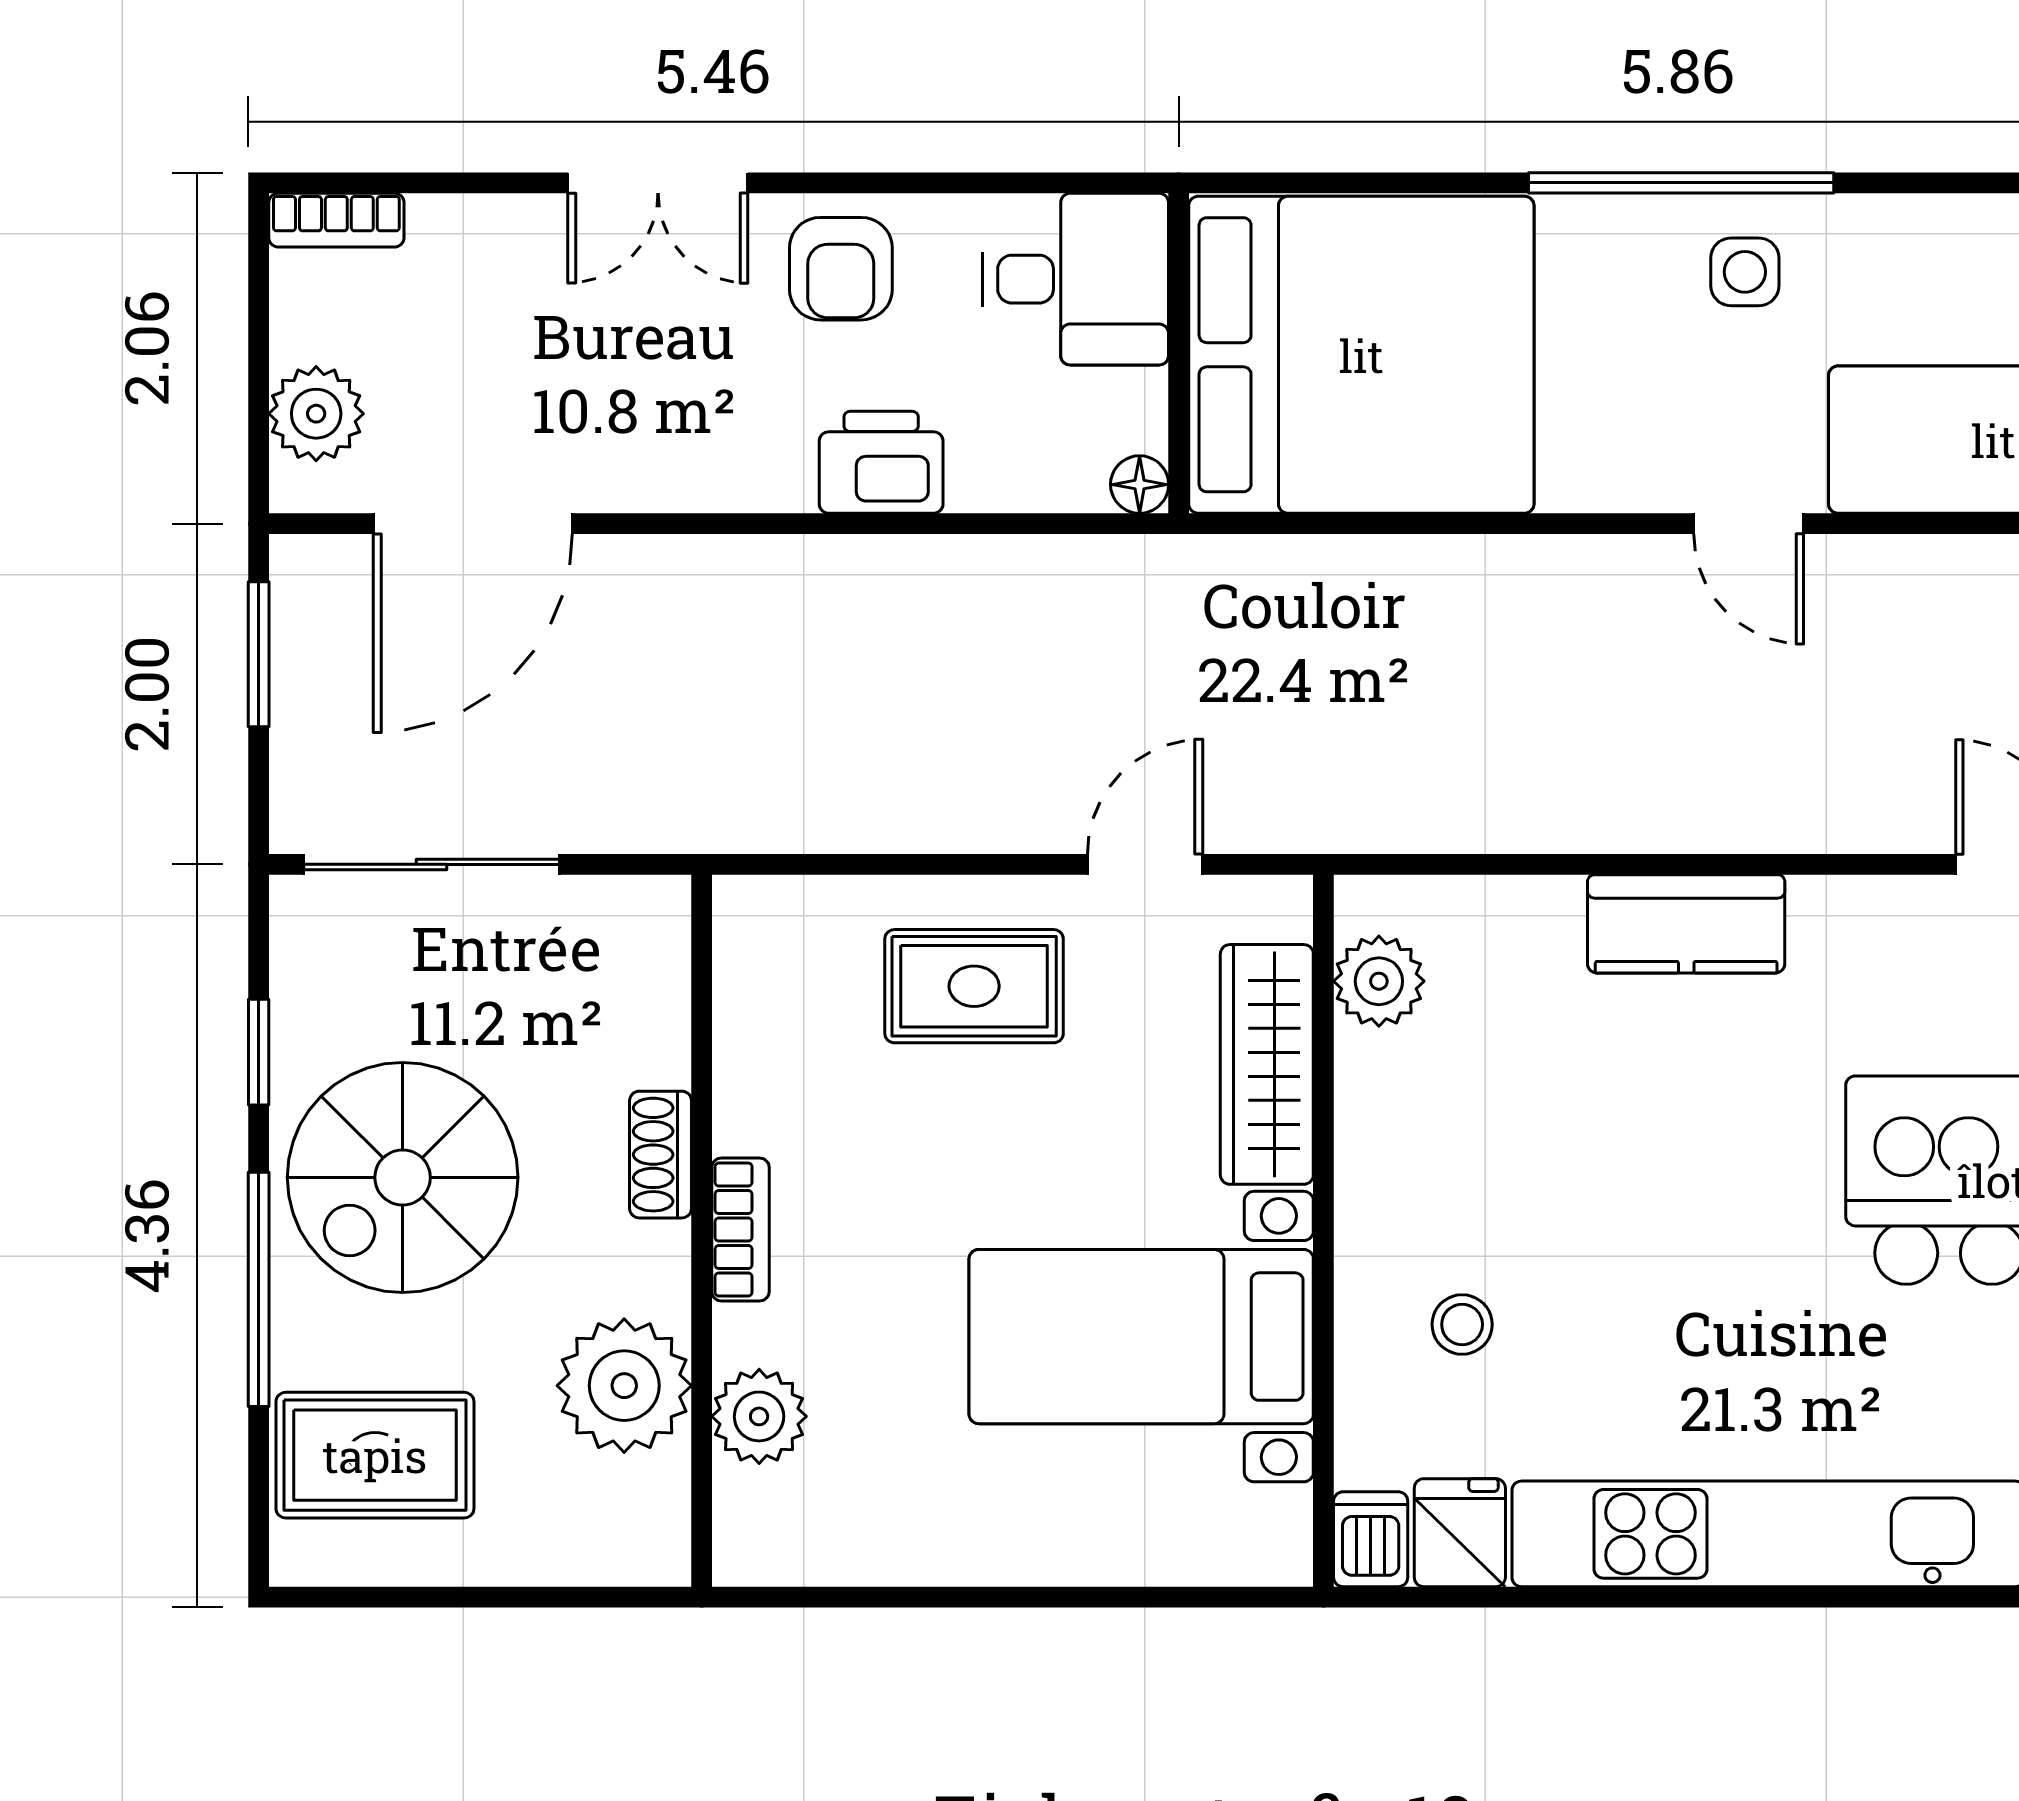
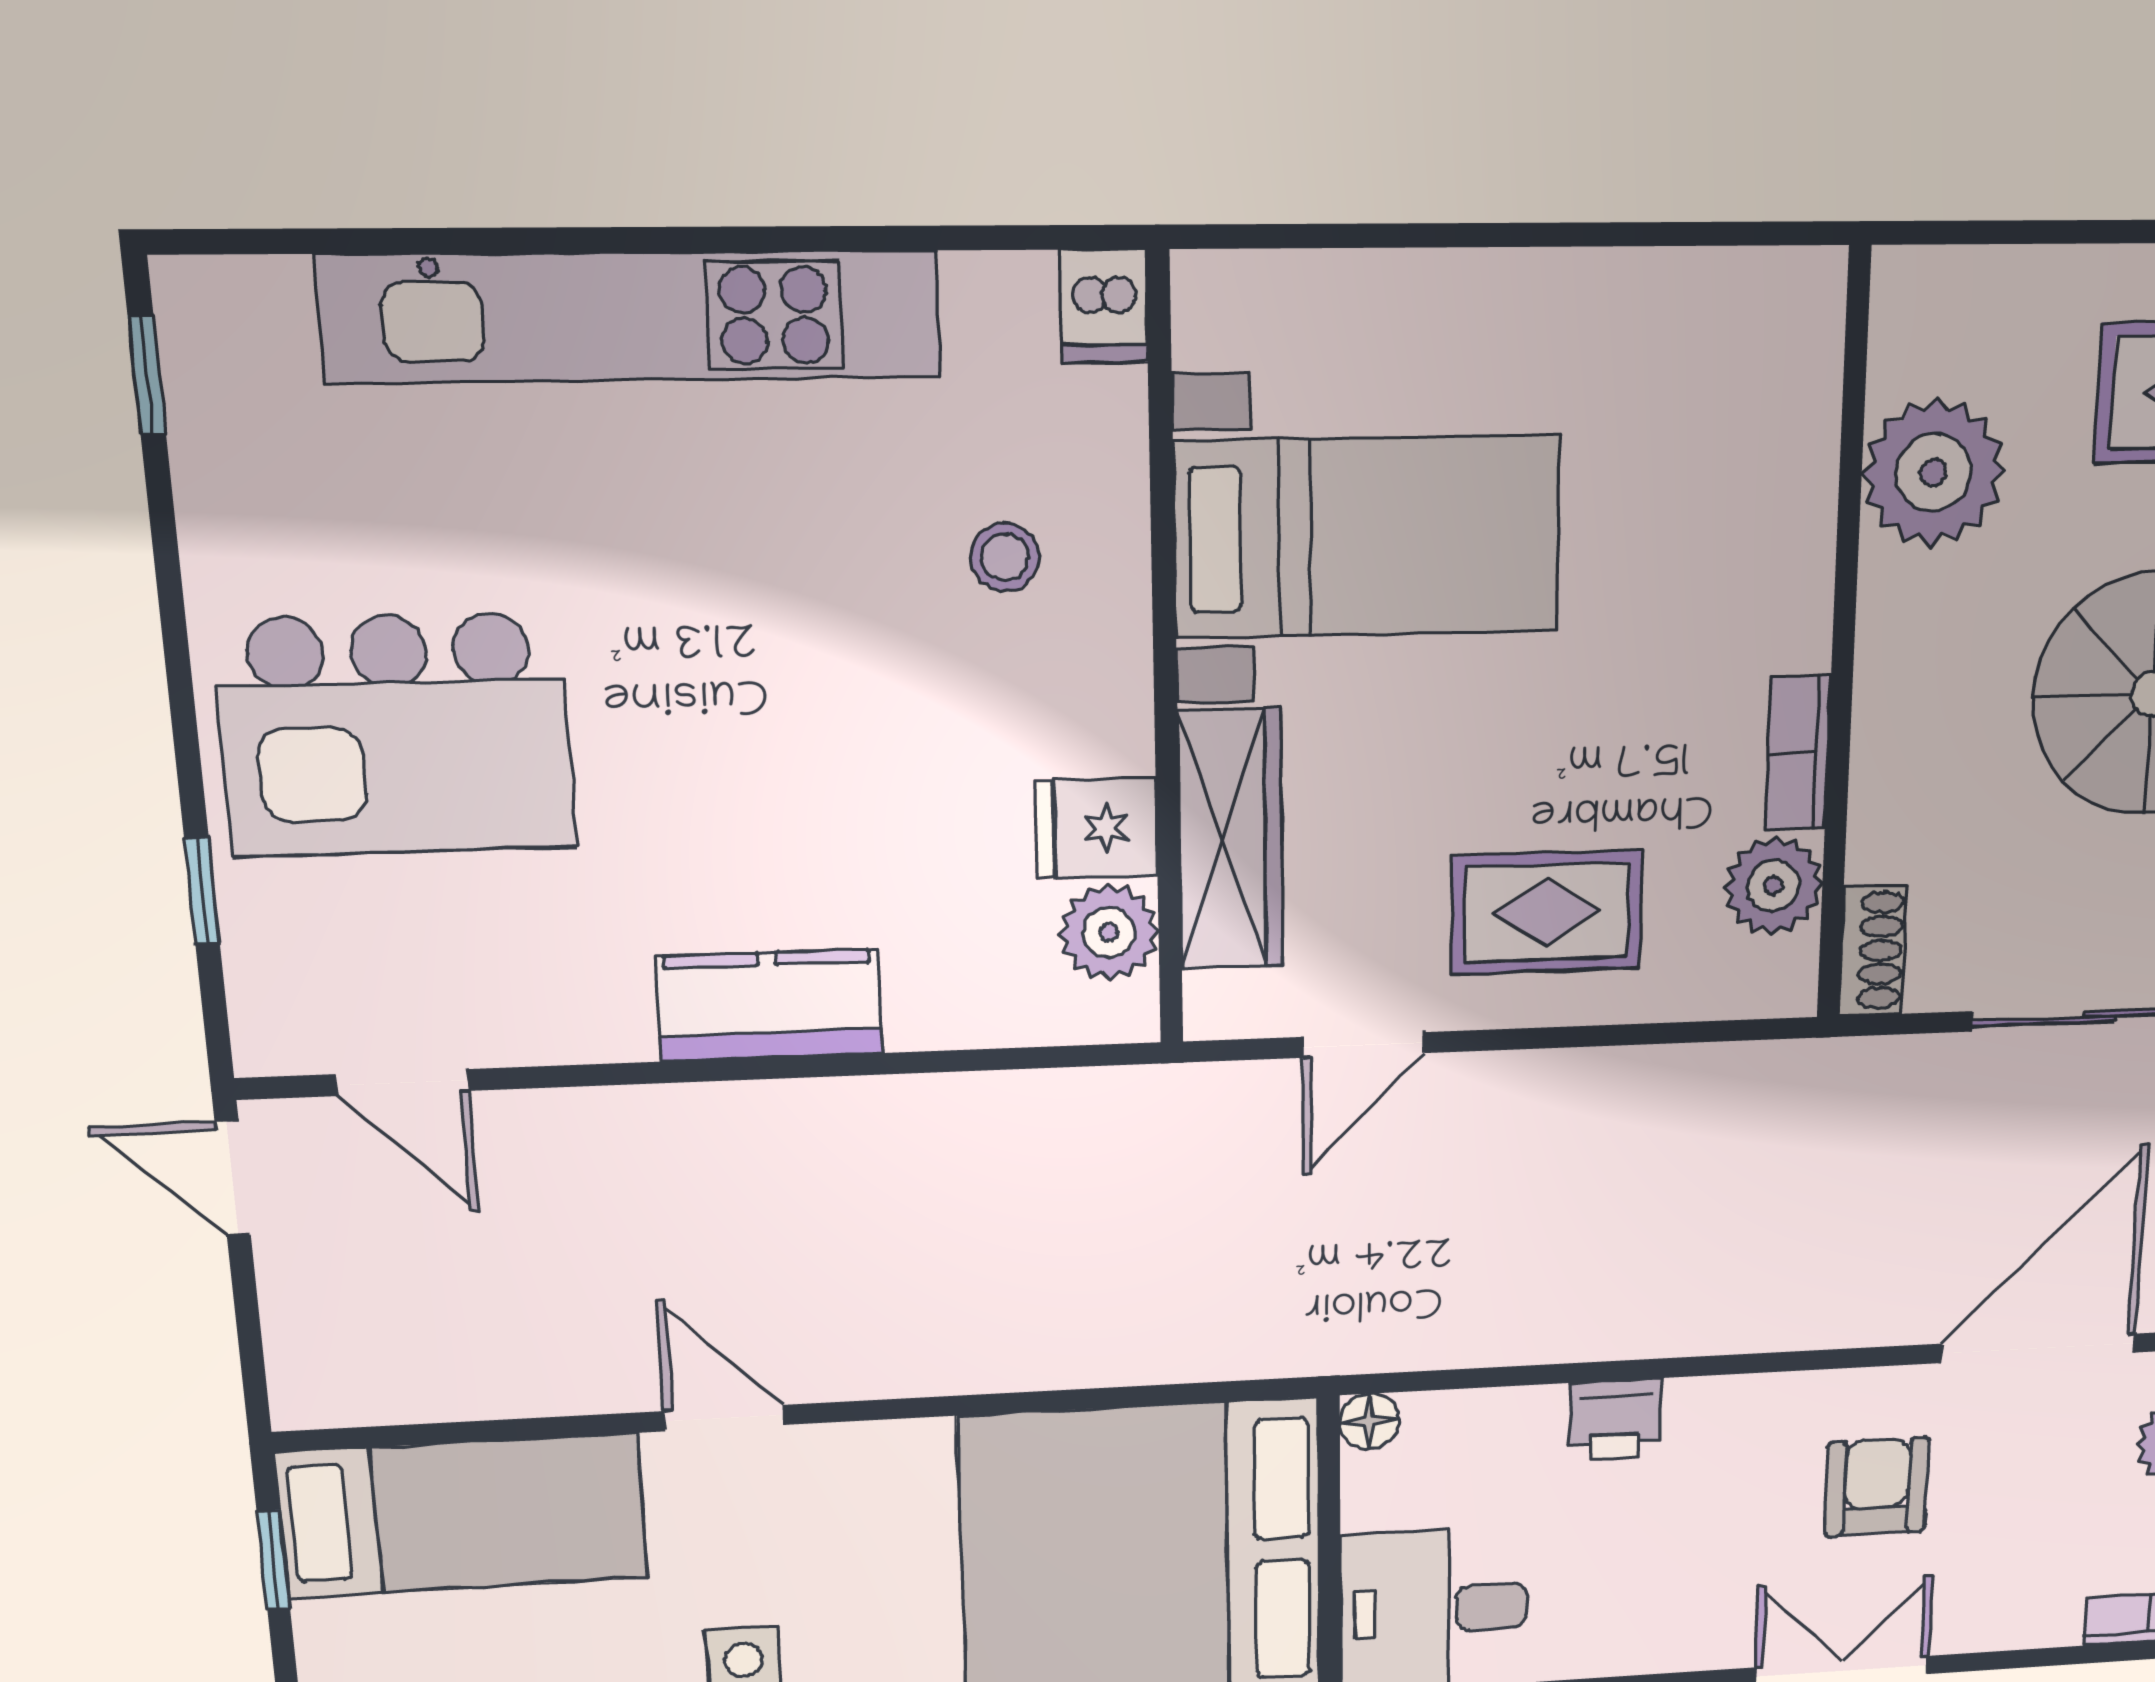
armchair: (841, 269) -> (1877, 1487), moved
printer: (881, 462) -> (1615, 1420), width x0.73, depth x0.81
shoe rack: (661, 1155) -> (1873, 951), moved
bookcase: (740, 1230) -> (1798, 753), moved
plant: (759, 1416) -> (1773, 886), moved
fridge: (1460, 1533) -> (1097, 828), moved, turned 90

